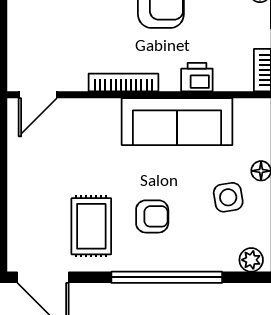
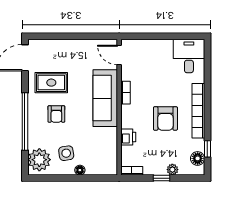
bookcase: (123, 82) -> (125, 93), width x0.64
sofa: (177, 122) -> (105, 98), moved
plant: (251, 260) -> (39, 160), width x1.88, depth x1.88

